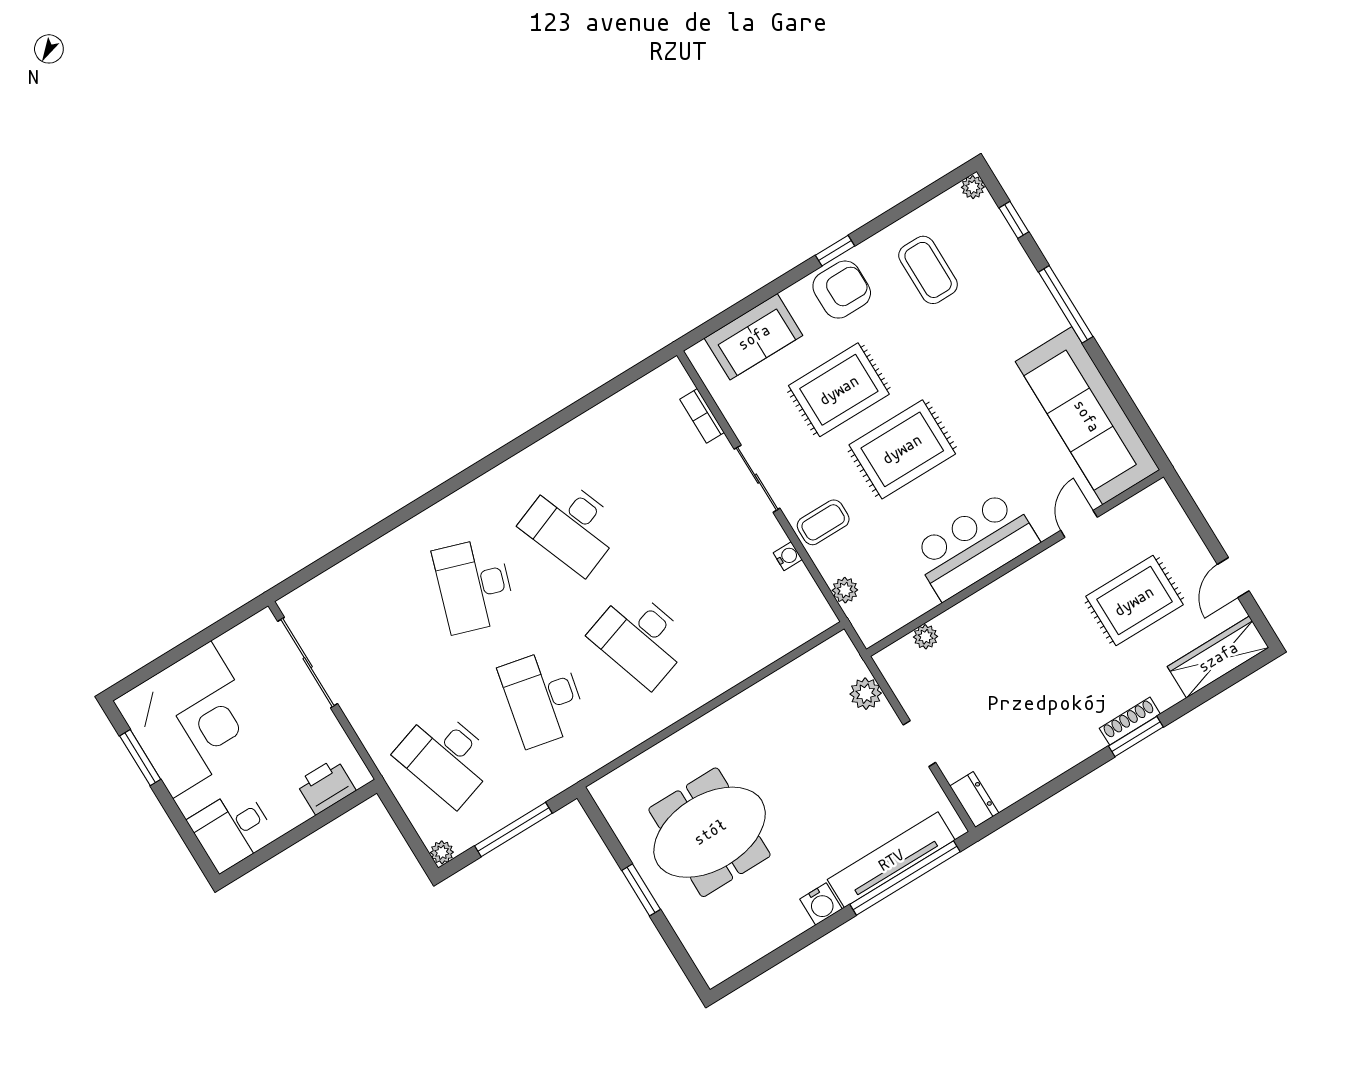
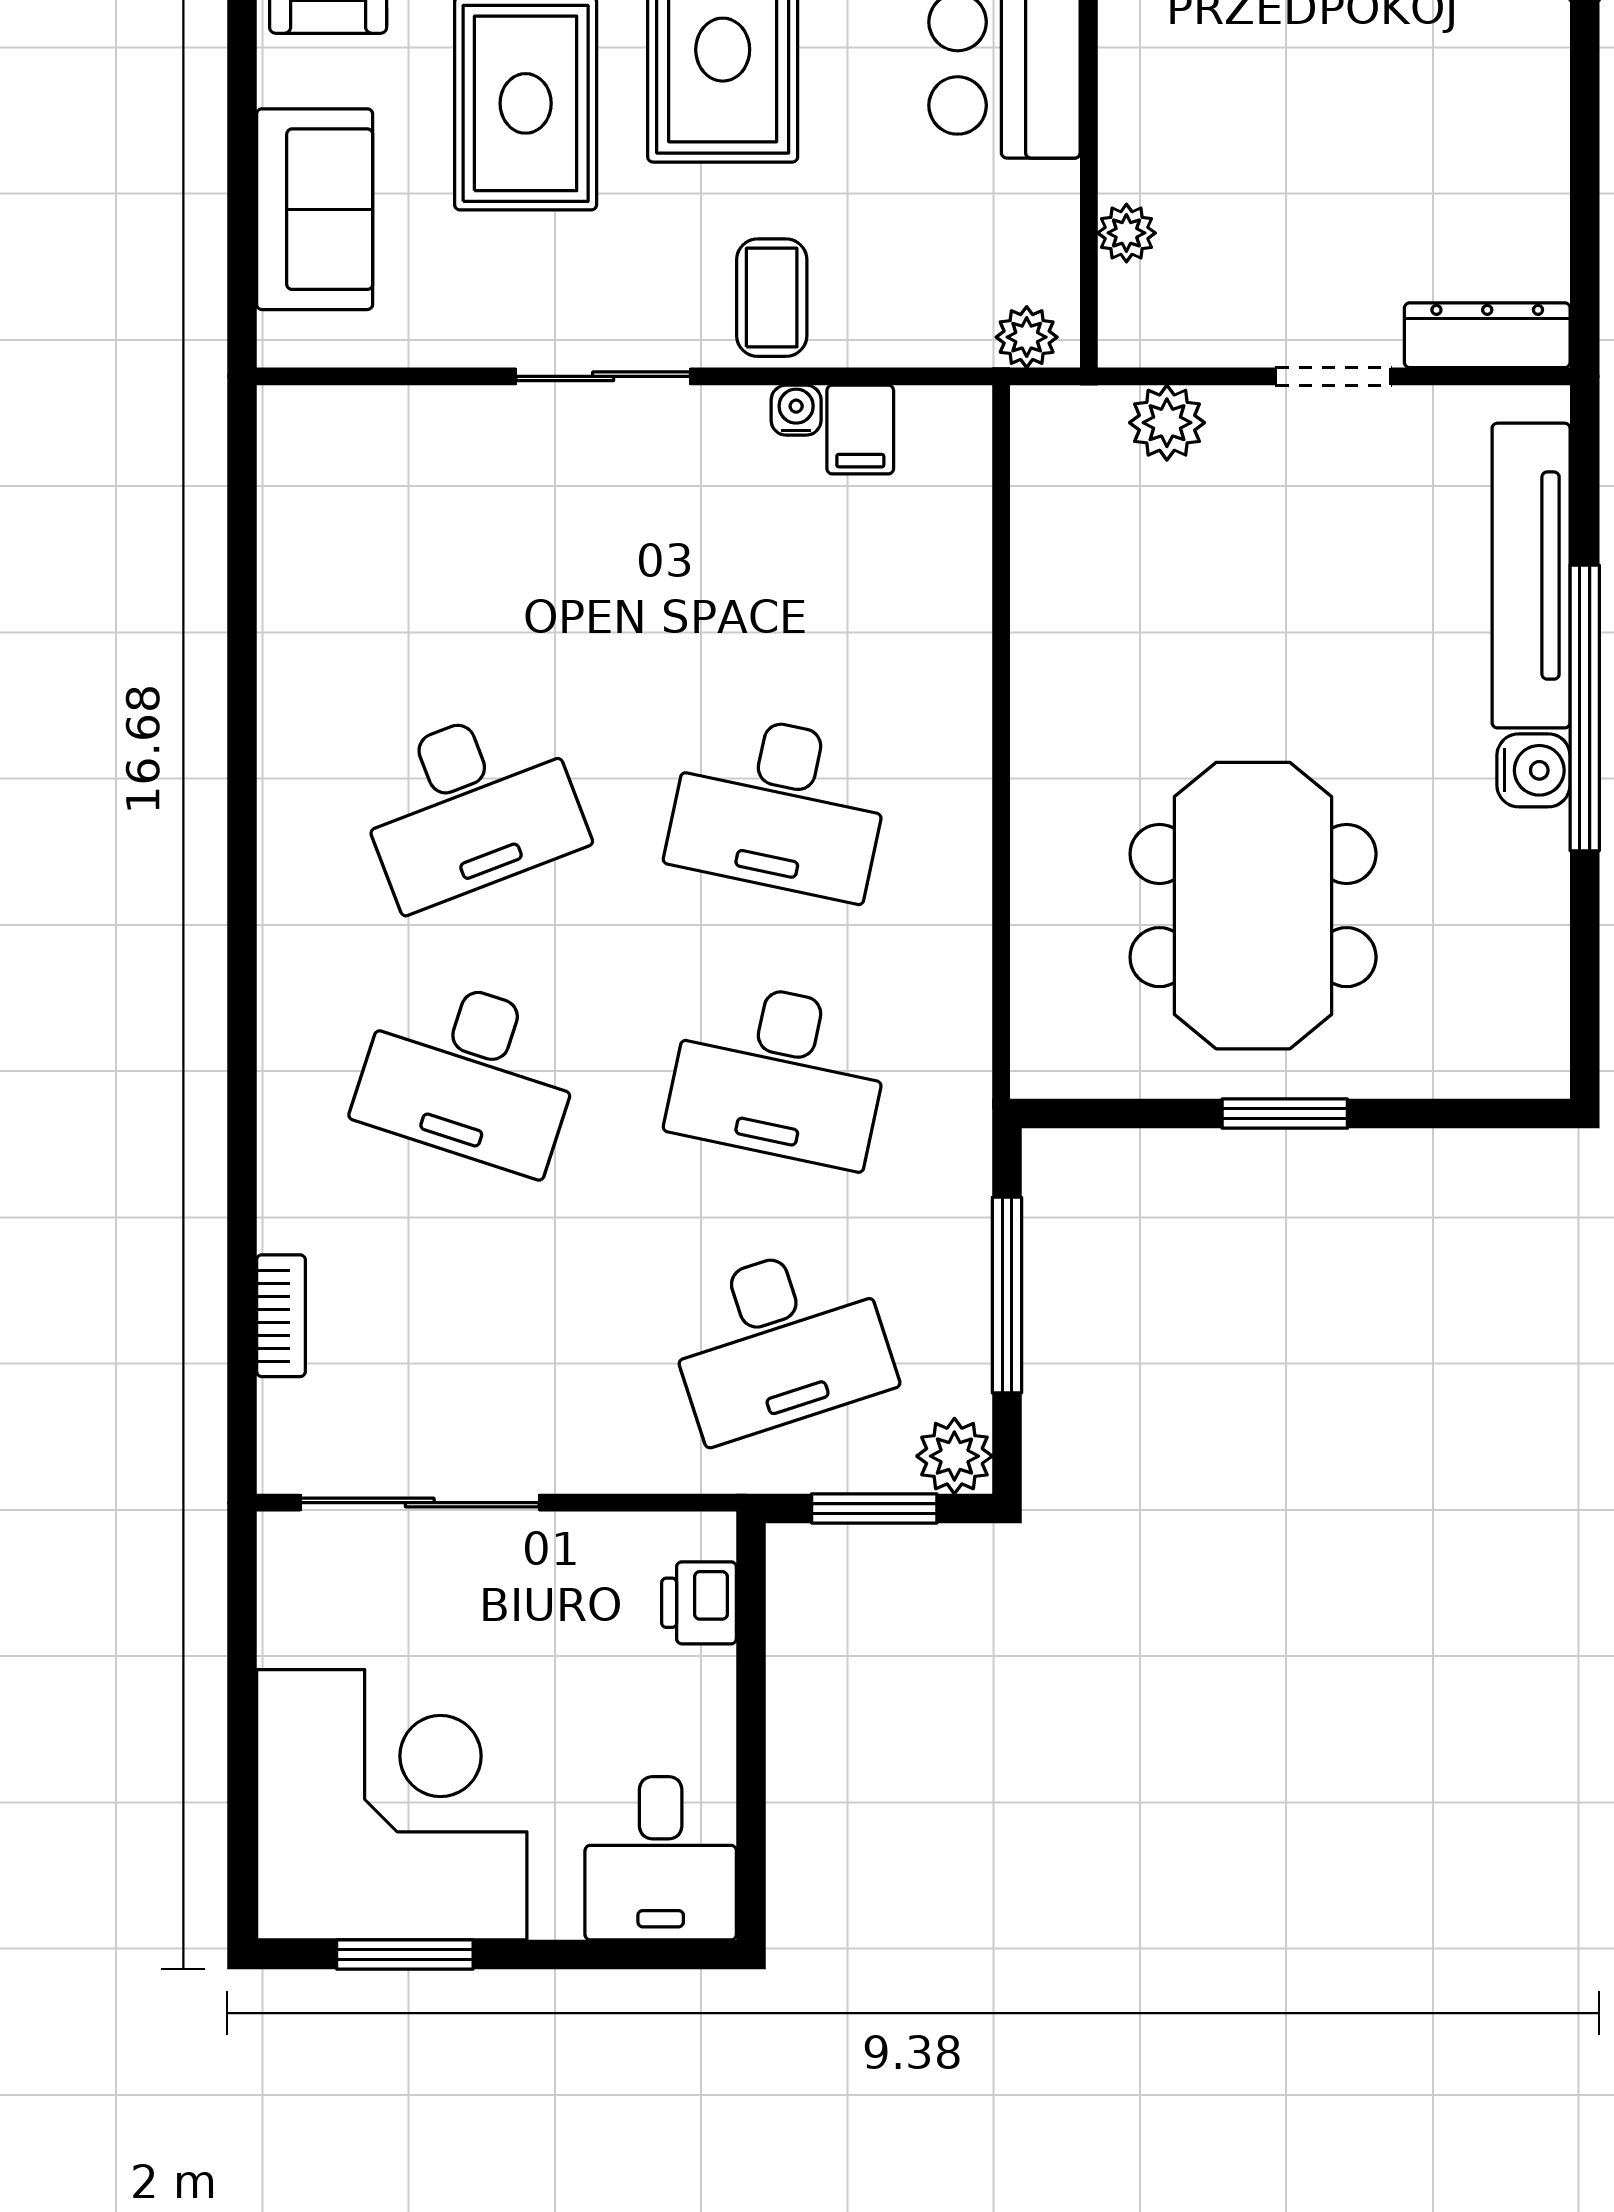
bookcase: (702, 416) -> (281, 1316), moved, turned -90
filing cabinet: (795, 584) -> (860, 430), added
plant: (845, 590) -> (1027, 337), moved
desk: (640, 638) -> (779, 806), turned 30
printer: (326, 786) -> (699, 1603), width x0.73, depth x0.81
dresser: (974, 800) -> (1487, 335), width x1.44
window: (406, 829) -> (874, 1508), added
plant: (442, 852) -> (954, 1456), width x1.38, depth x1.38
window: (905, 878) -> (1585, 708), moved

